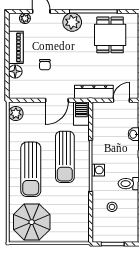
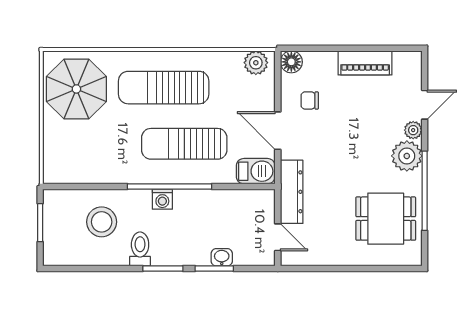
plant: (25, 18) -> (413, 130), moved
chair: (45, 65) -> (310, 100), moved
floor lamp: (15, 71) -> (291, 62), moved
stool: (112, 207) -> (102, 222), width x1.89, depth x1.89

